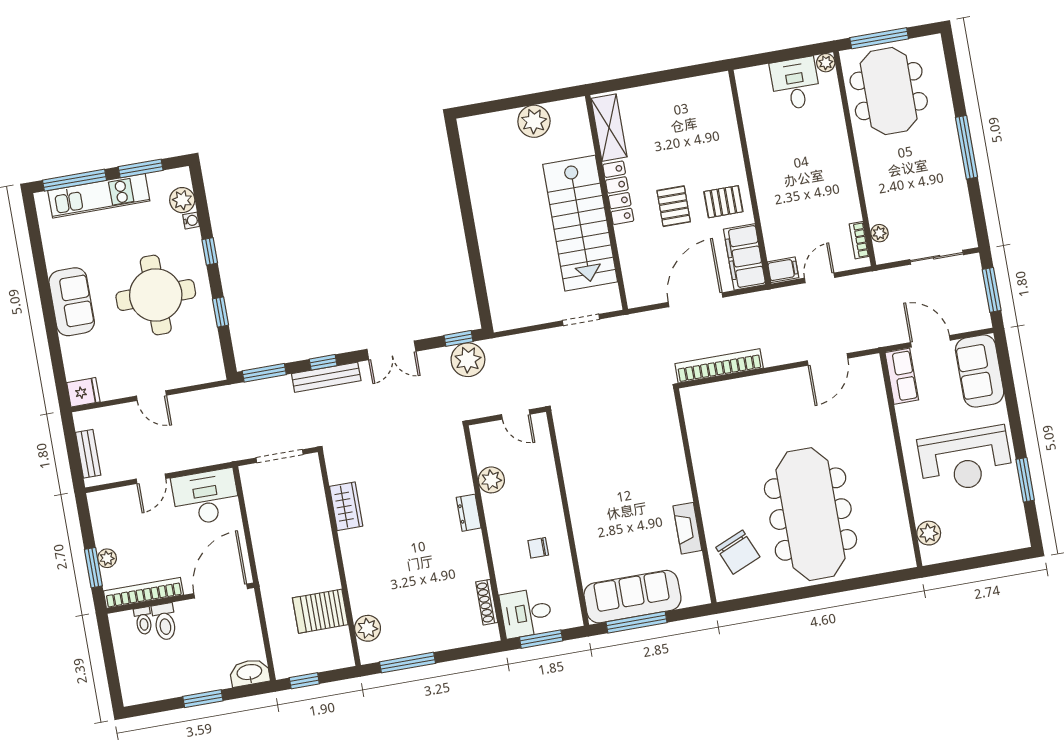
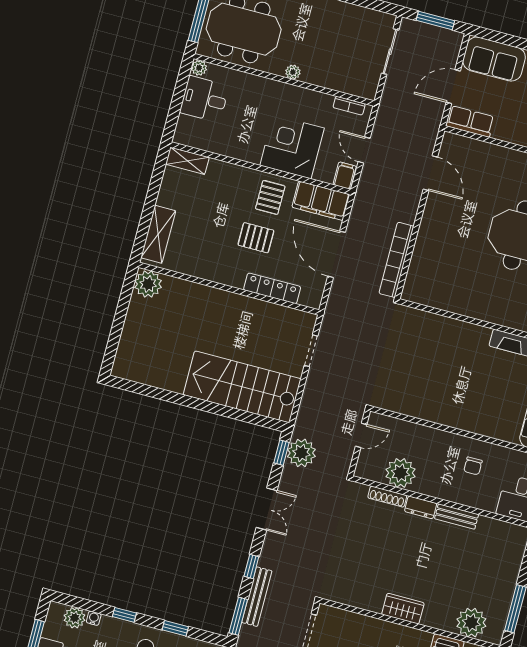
shelving: (722, 96) -> (187, 161), added
plant: (534, 121) -> (148, 284), moved
shelving: (609, 128) -> (158, 234), moved, turned 90
locker: (618, 193) -> (272, 288), moved
corner desk: (788, 200) -> (292, 147), added
stairs: (580, 223) -> (242, 387), moved, turned 180
plant: (879, 233) -> (293, 72), moved
bench: (326, 377) -> (257, 597), moved
plant: (491, 480) -> (400, 473), width x1.36, depth x1.36
wardrobe: (346, 506) -> (403, 609), moved
bench: (477, 555) -> (457, 517), added
shoe rack: (487, 602) -> (387, 497), moved
plant: (368, 628) -> (471, 623), width x1.36, depth x1.36

